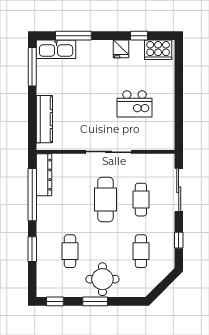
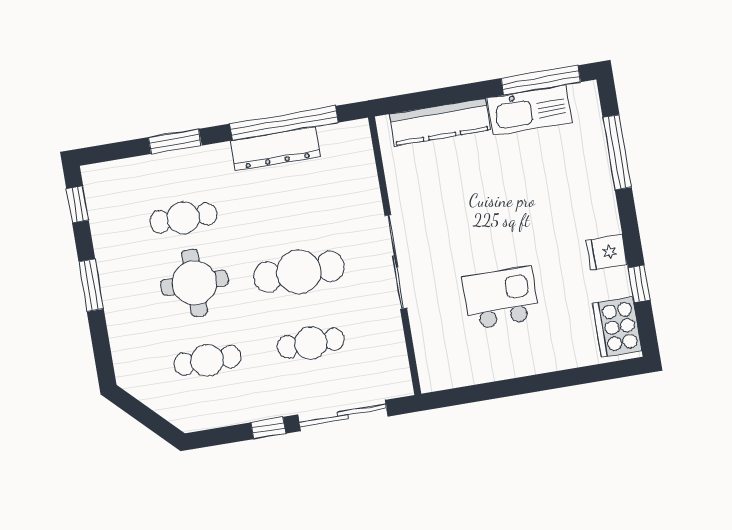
kitchen sink: (56, 49) -> (530, 110), moved, turned -90
kitchen island: (134, 104) -> (501, 298), turned 90
dresser: (44, 175) -> (275, 149), moved
window: (179, 240) -> (268, 428), moved
round table: (102, 279) -> (195, 283), moved

